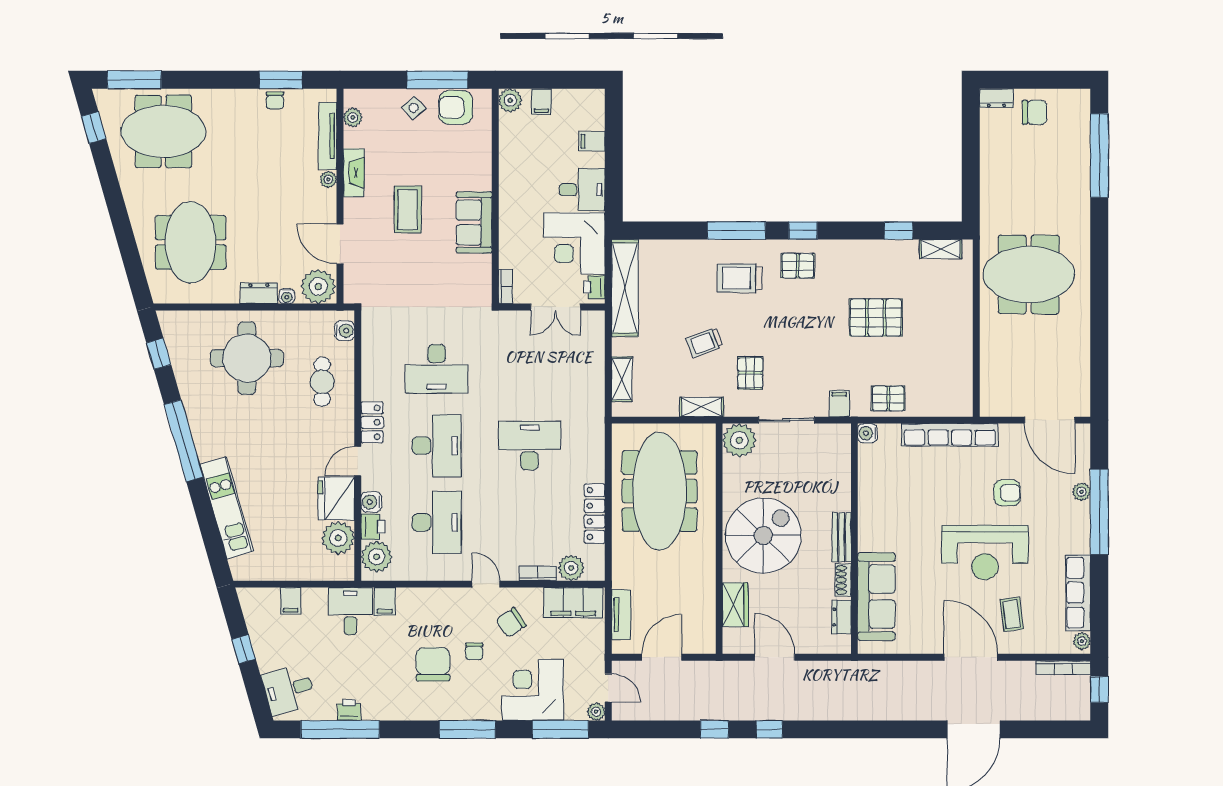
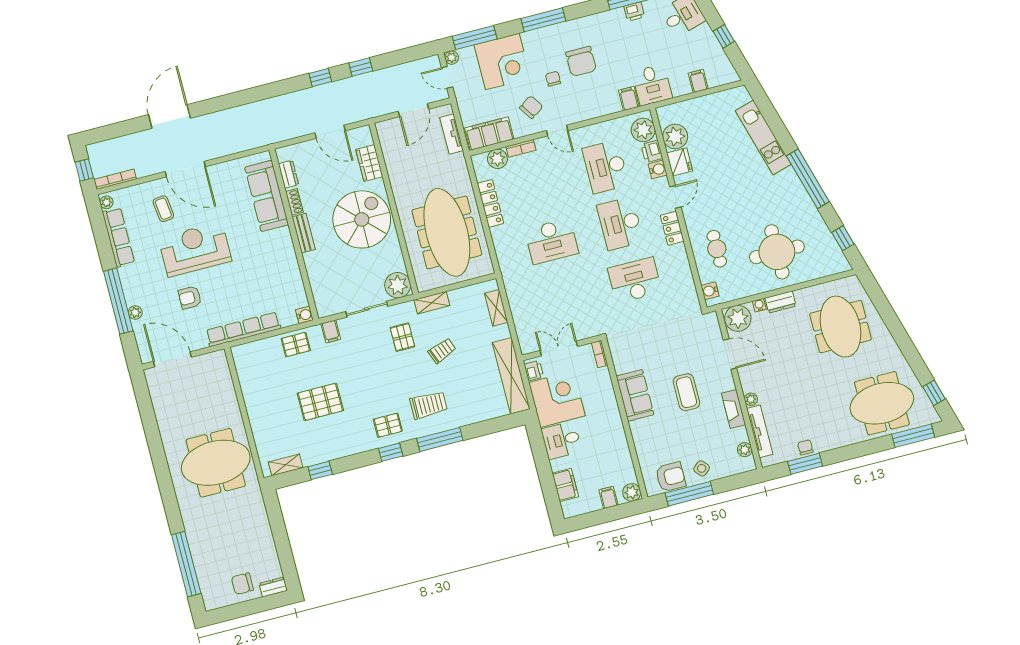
filing cabinet: (592, 141) -> (565, 485), width x2.00
fridge: (336, 498) -> (680, 162), width x0.73, depth x0.75
spiral stairs: (763, 535) -> (362, 219), turned 180

